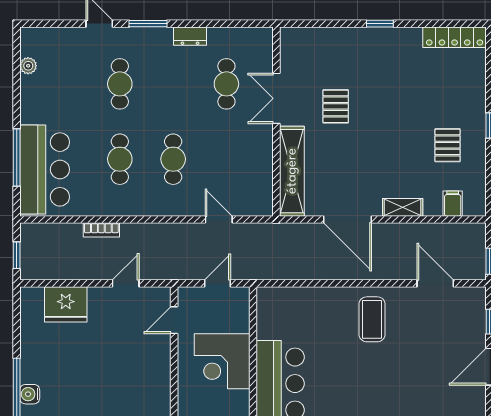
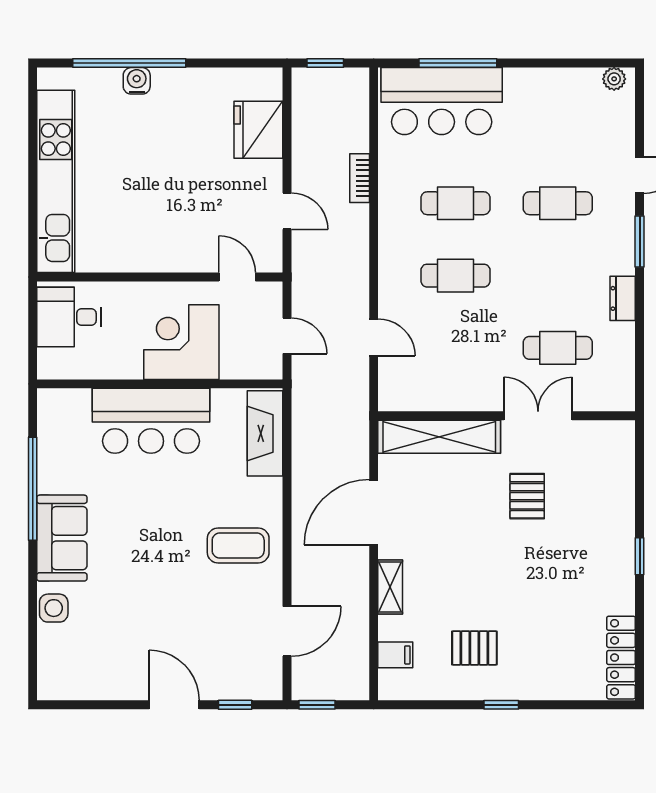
plant: (28, 66) -> (614, 79), moved
pallet: (336, 106) -> (527, 496), turned 90
door: (219, 220) -> (374, 337), hinge flipped
fireplace: (289, 300) -> (265, 433), added

